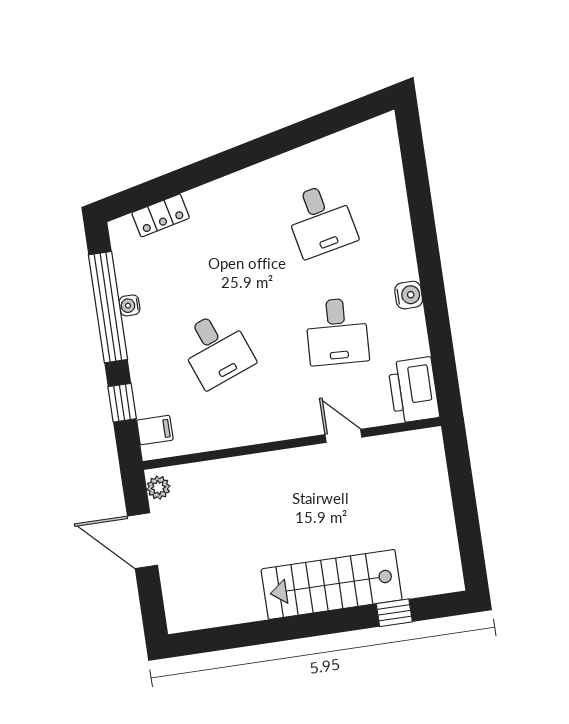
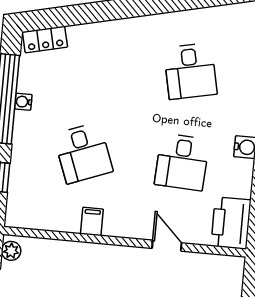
locker: (161, 215) -> (45, 39), moved
filing cabinet: (155, 430) -> (92, 221), moved, turned -90

